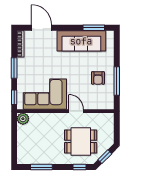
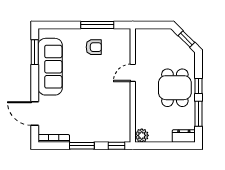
door: (42, 28) -> (35, 114), hinge flipped
corner sofa: (45, 94) -> (113, 110), removed
dining table: (81, 141) -> (175, 88), moved
dresser: (22, 155) -> (184, 136), added
window: (80, 167) -> (199, 86), moved

